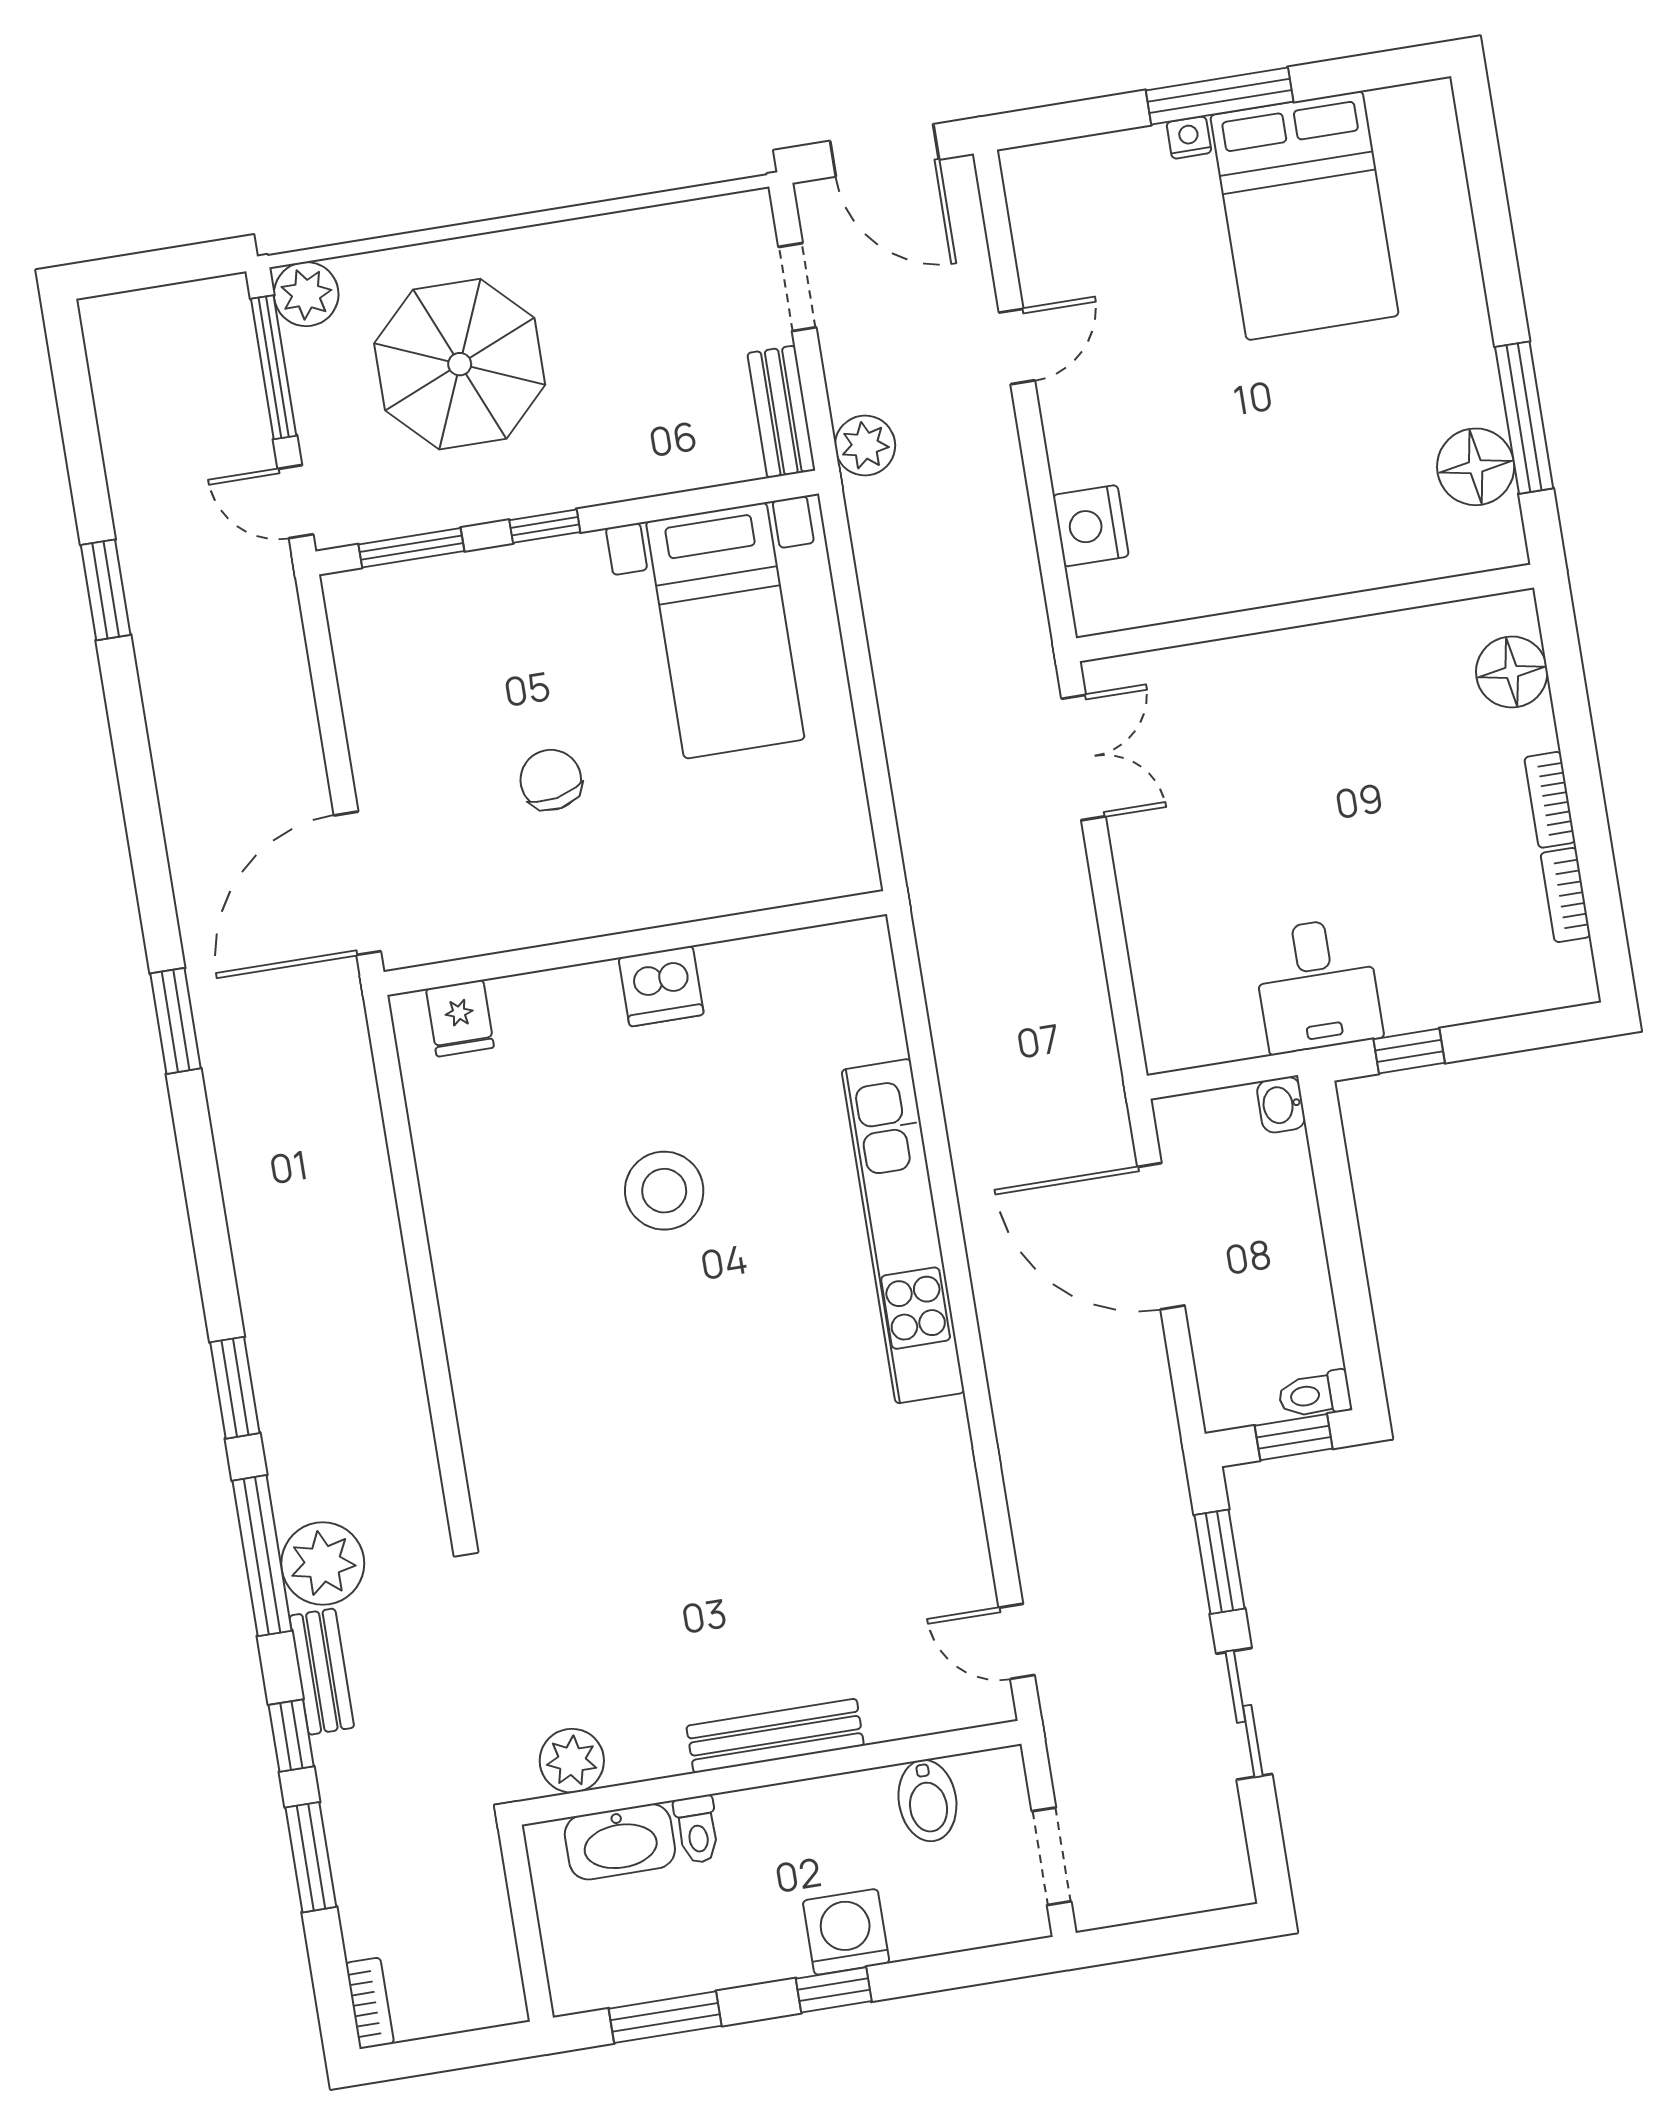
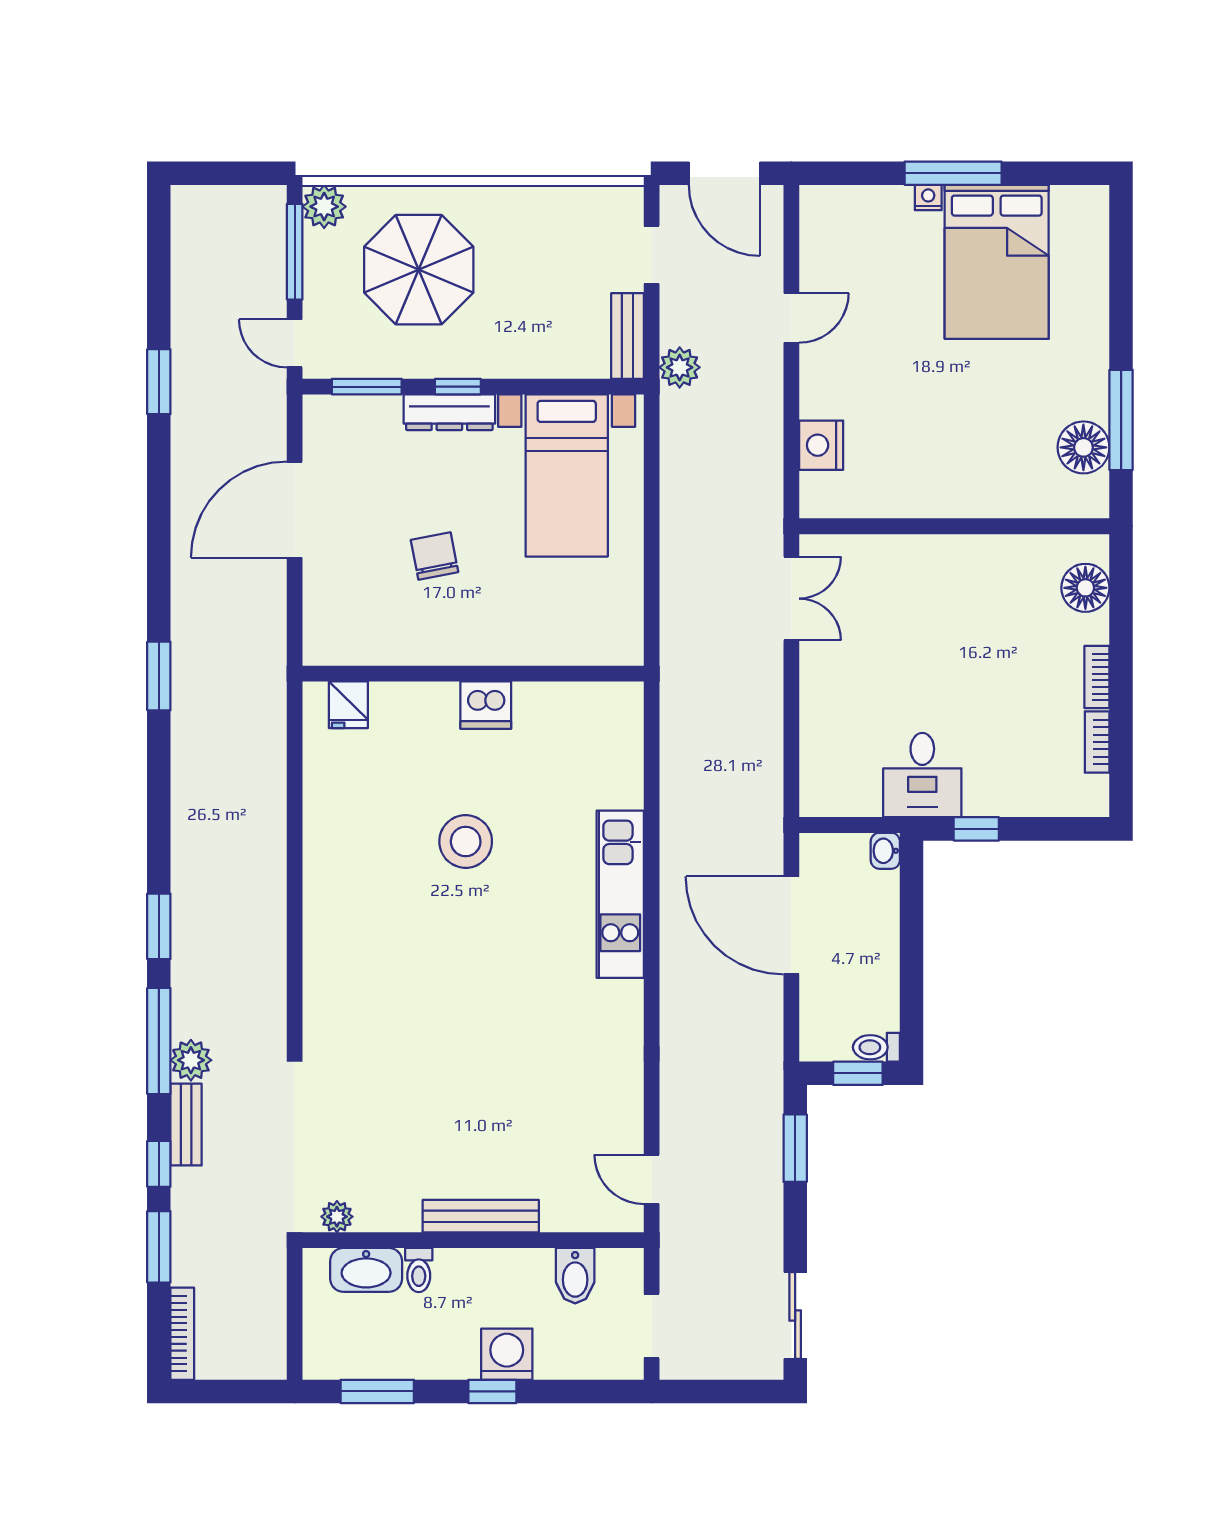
dresser: (538, 566) -> (449, 412), added
door: (357, 883) -> (295, 510), moved
kitchen unit: (903, 1231) -> (620, 894), width x0.73
plant: (323, 1563) -> (191, 1060), width x0.73, depth x0.73
sliding door: (1244, 1714) -> (795, 1315), moved
plant: (572, 1761) -> (337, 1217), width x0.73, depth x0.73
bookcase: (370, 2003) -> (182, 1334), width x1.56

